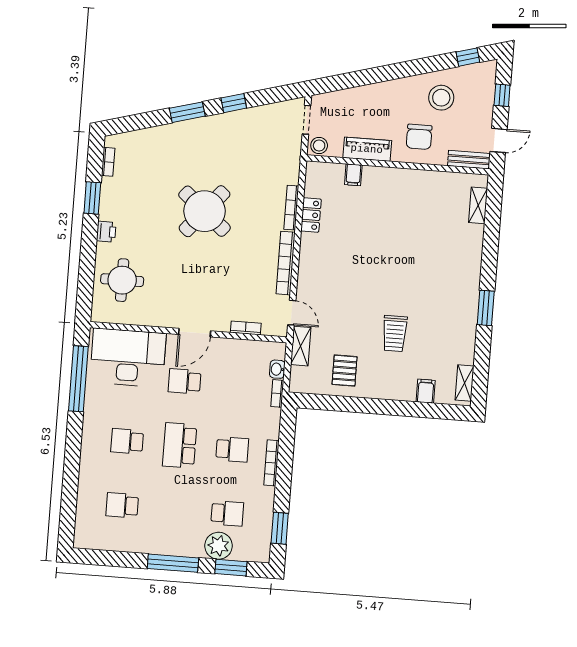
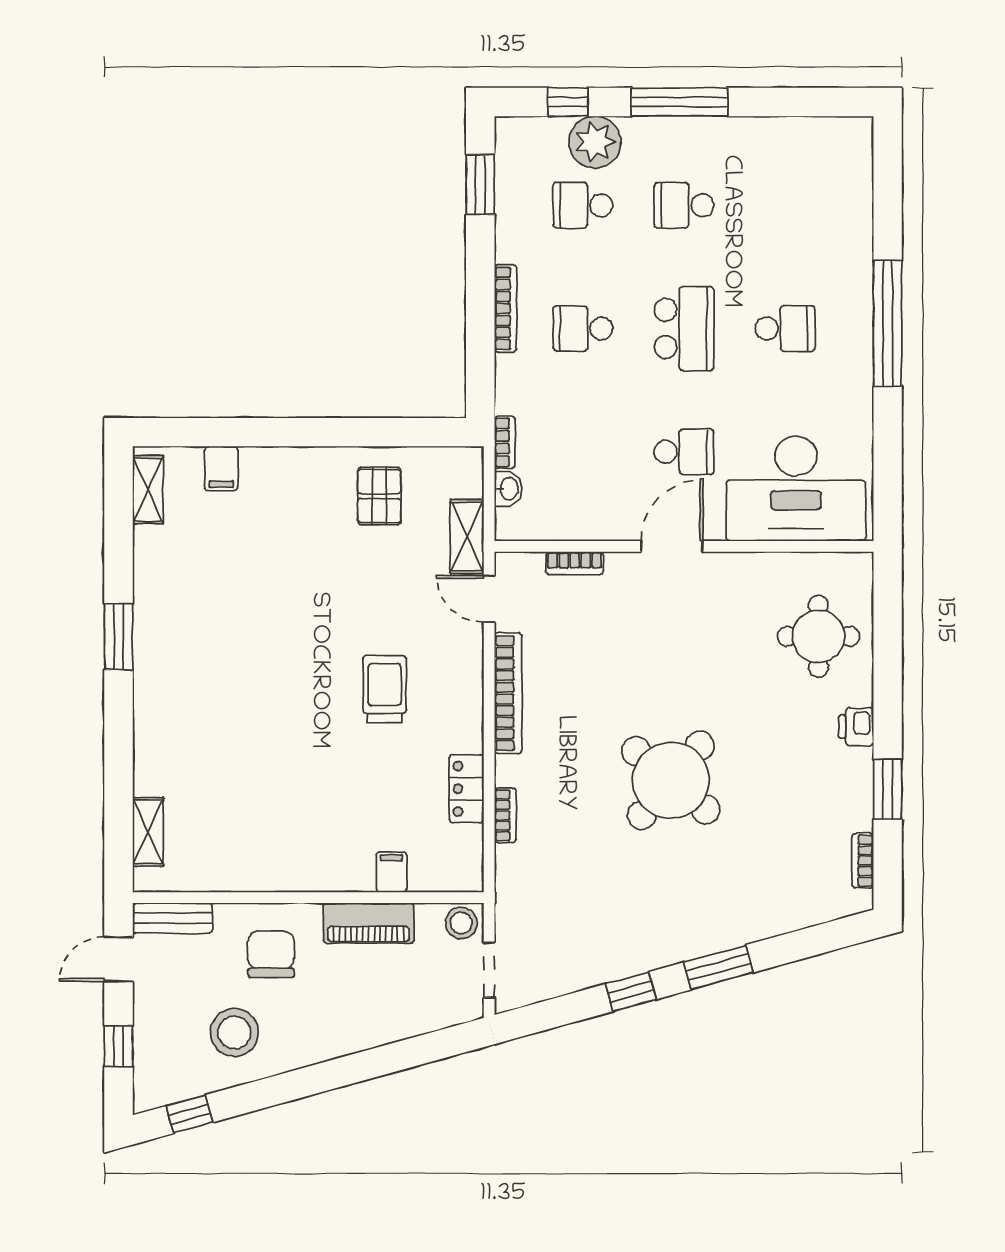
bookcase: (291, 208) -> (505, 815), width x0.64
trolley: (395, 334) -> (385, 689), moved
window: (78, 379) -> (888, 323), moved
school desk: (122, 505) -> (684, 205), moved, turned 180
window: (231, 568) -> (568, 102), width x0.67

